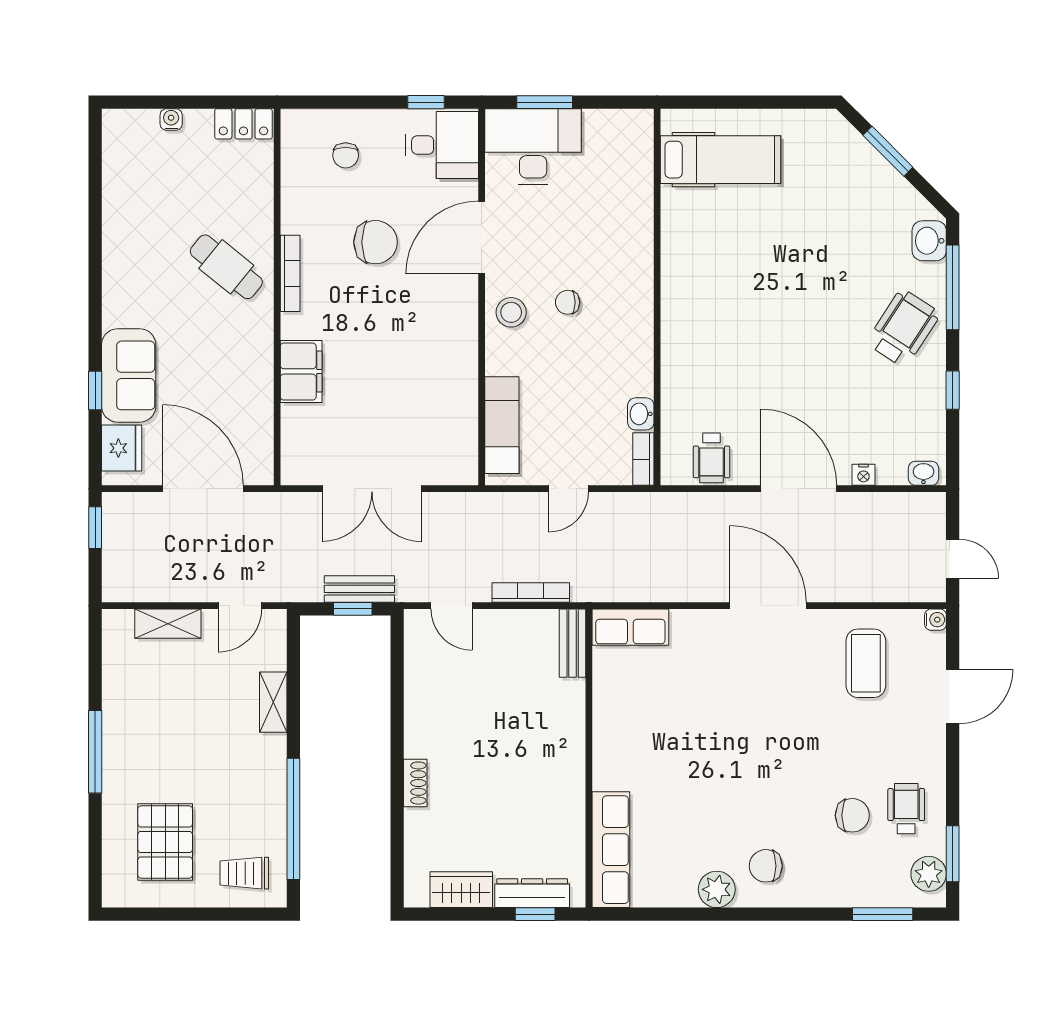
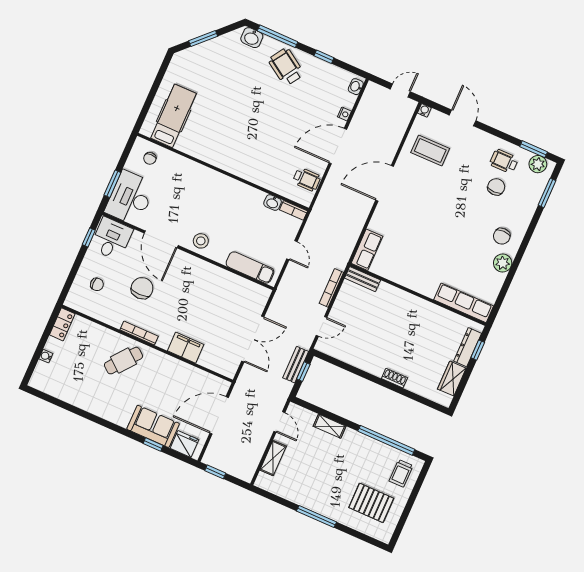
chair: (568, 302) -> (150, 158), moved

